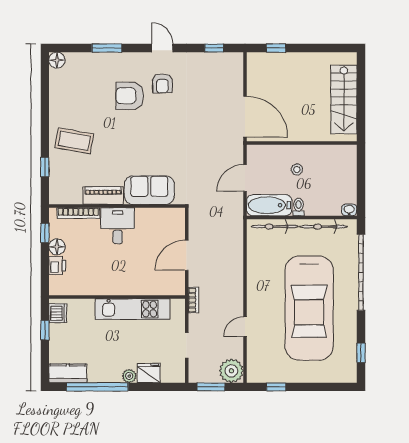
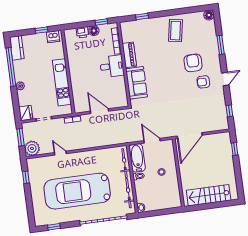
coffee table: (74, 141) -> (175, 31), moved
fridge: (149, 373) -> (26, 113), moved

